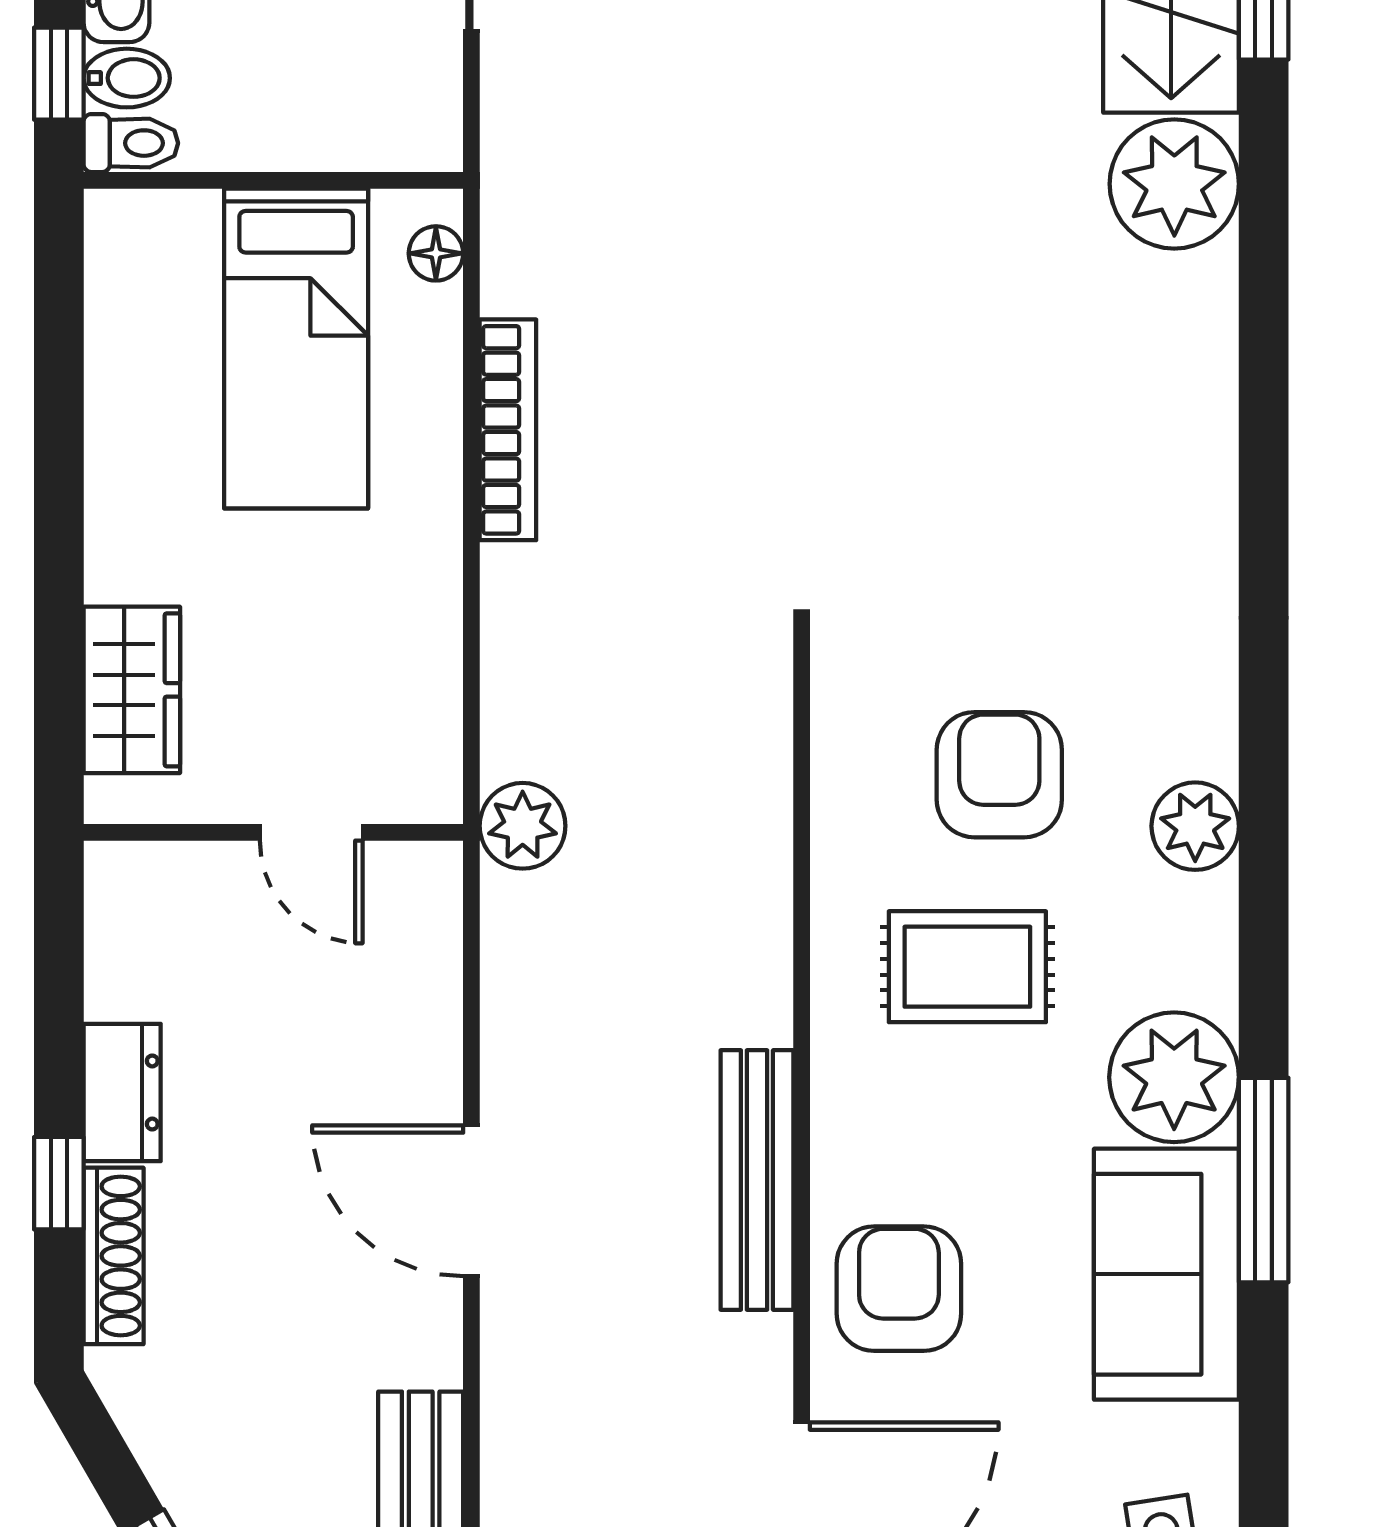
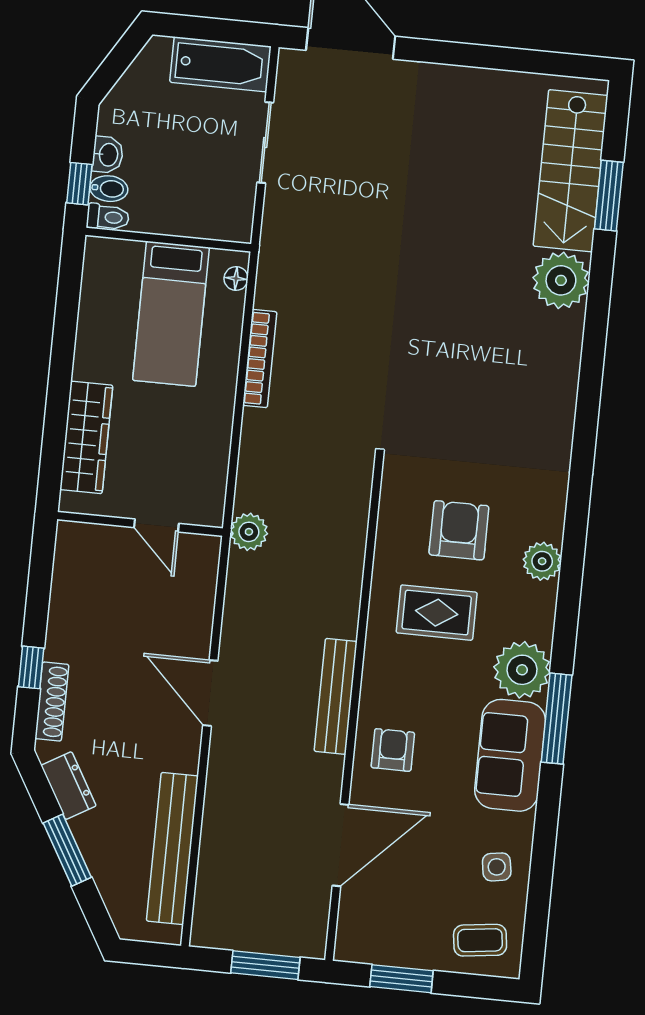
wardrobe: (132, 690) -> (86, 437), width x1.50
dresser: (122, 1092) -> (68, 786), moved, turned -30
armchair: (899, 1289) -> (393, 750), width x0.72, depth x0.72

